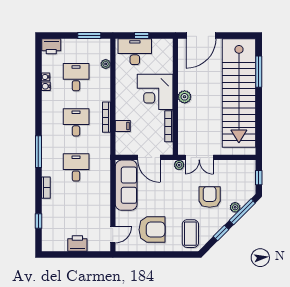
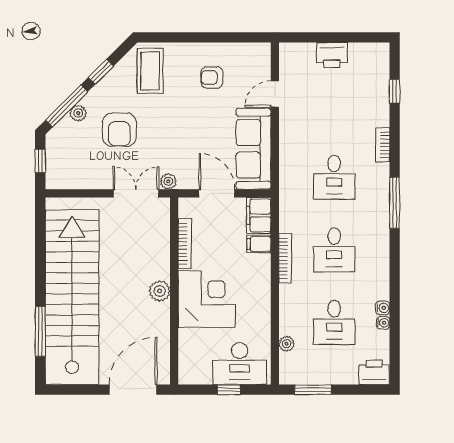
filing cabinet: (123, 144) -> (259, 215), added
armchair: (152, 230) -> (212, 77), width x0.53, depth x0.53
door: (113, 235) -> (275, 94), moved

